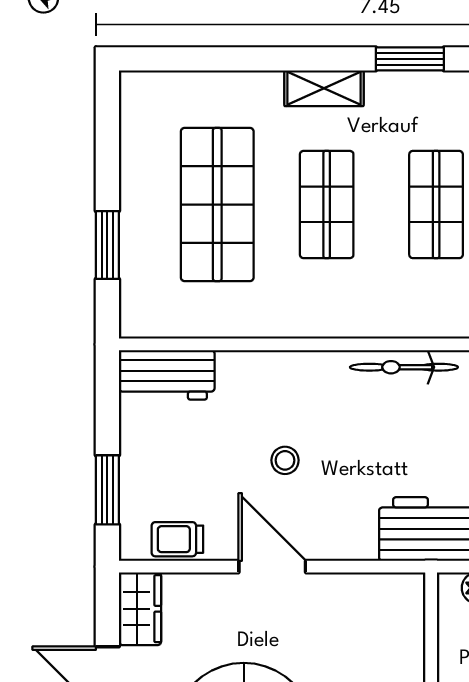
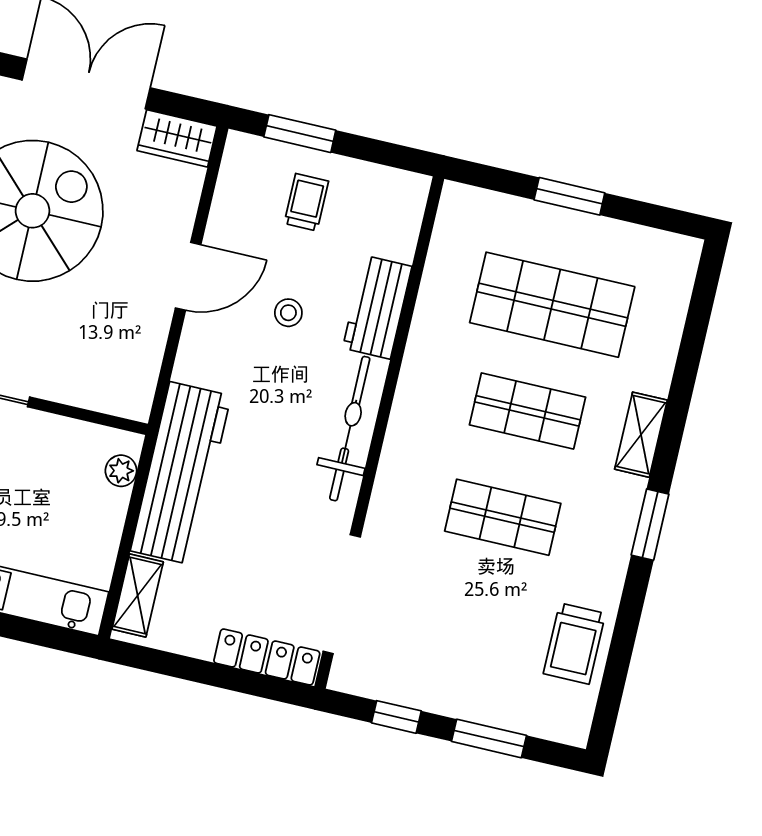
window: (107, 245) -> (569, 196), moved
bicycle: (404, 367) -> (350, 429), width x1.37, depth x1.40
workbench: (167, 375) -> (377, 307), moved
trolley: (177, 539) -> (306, 202), moved

